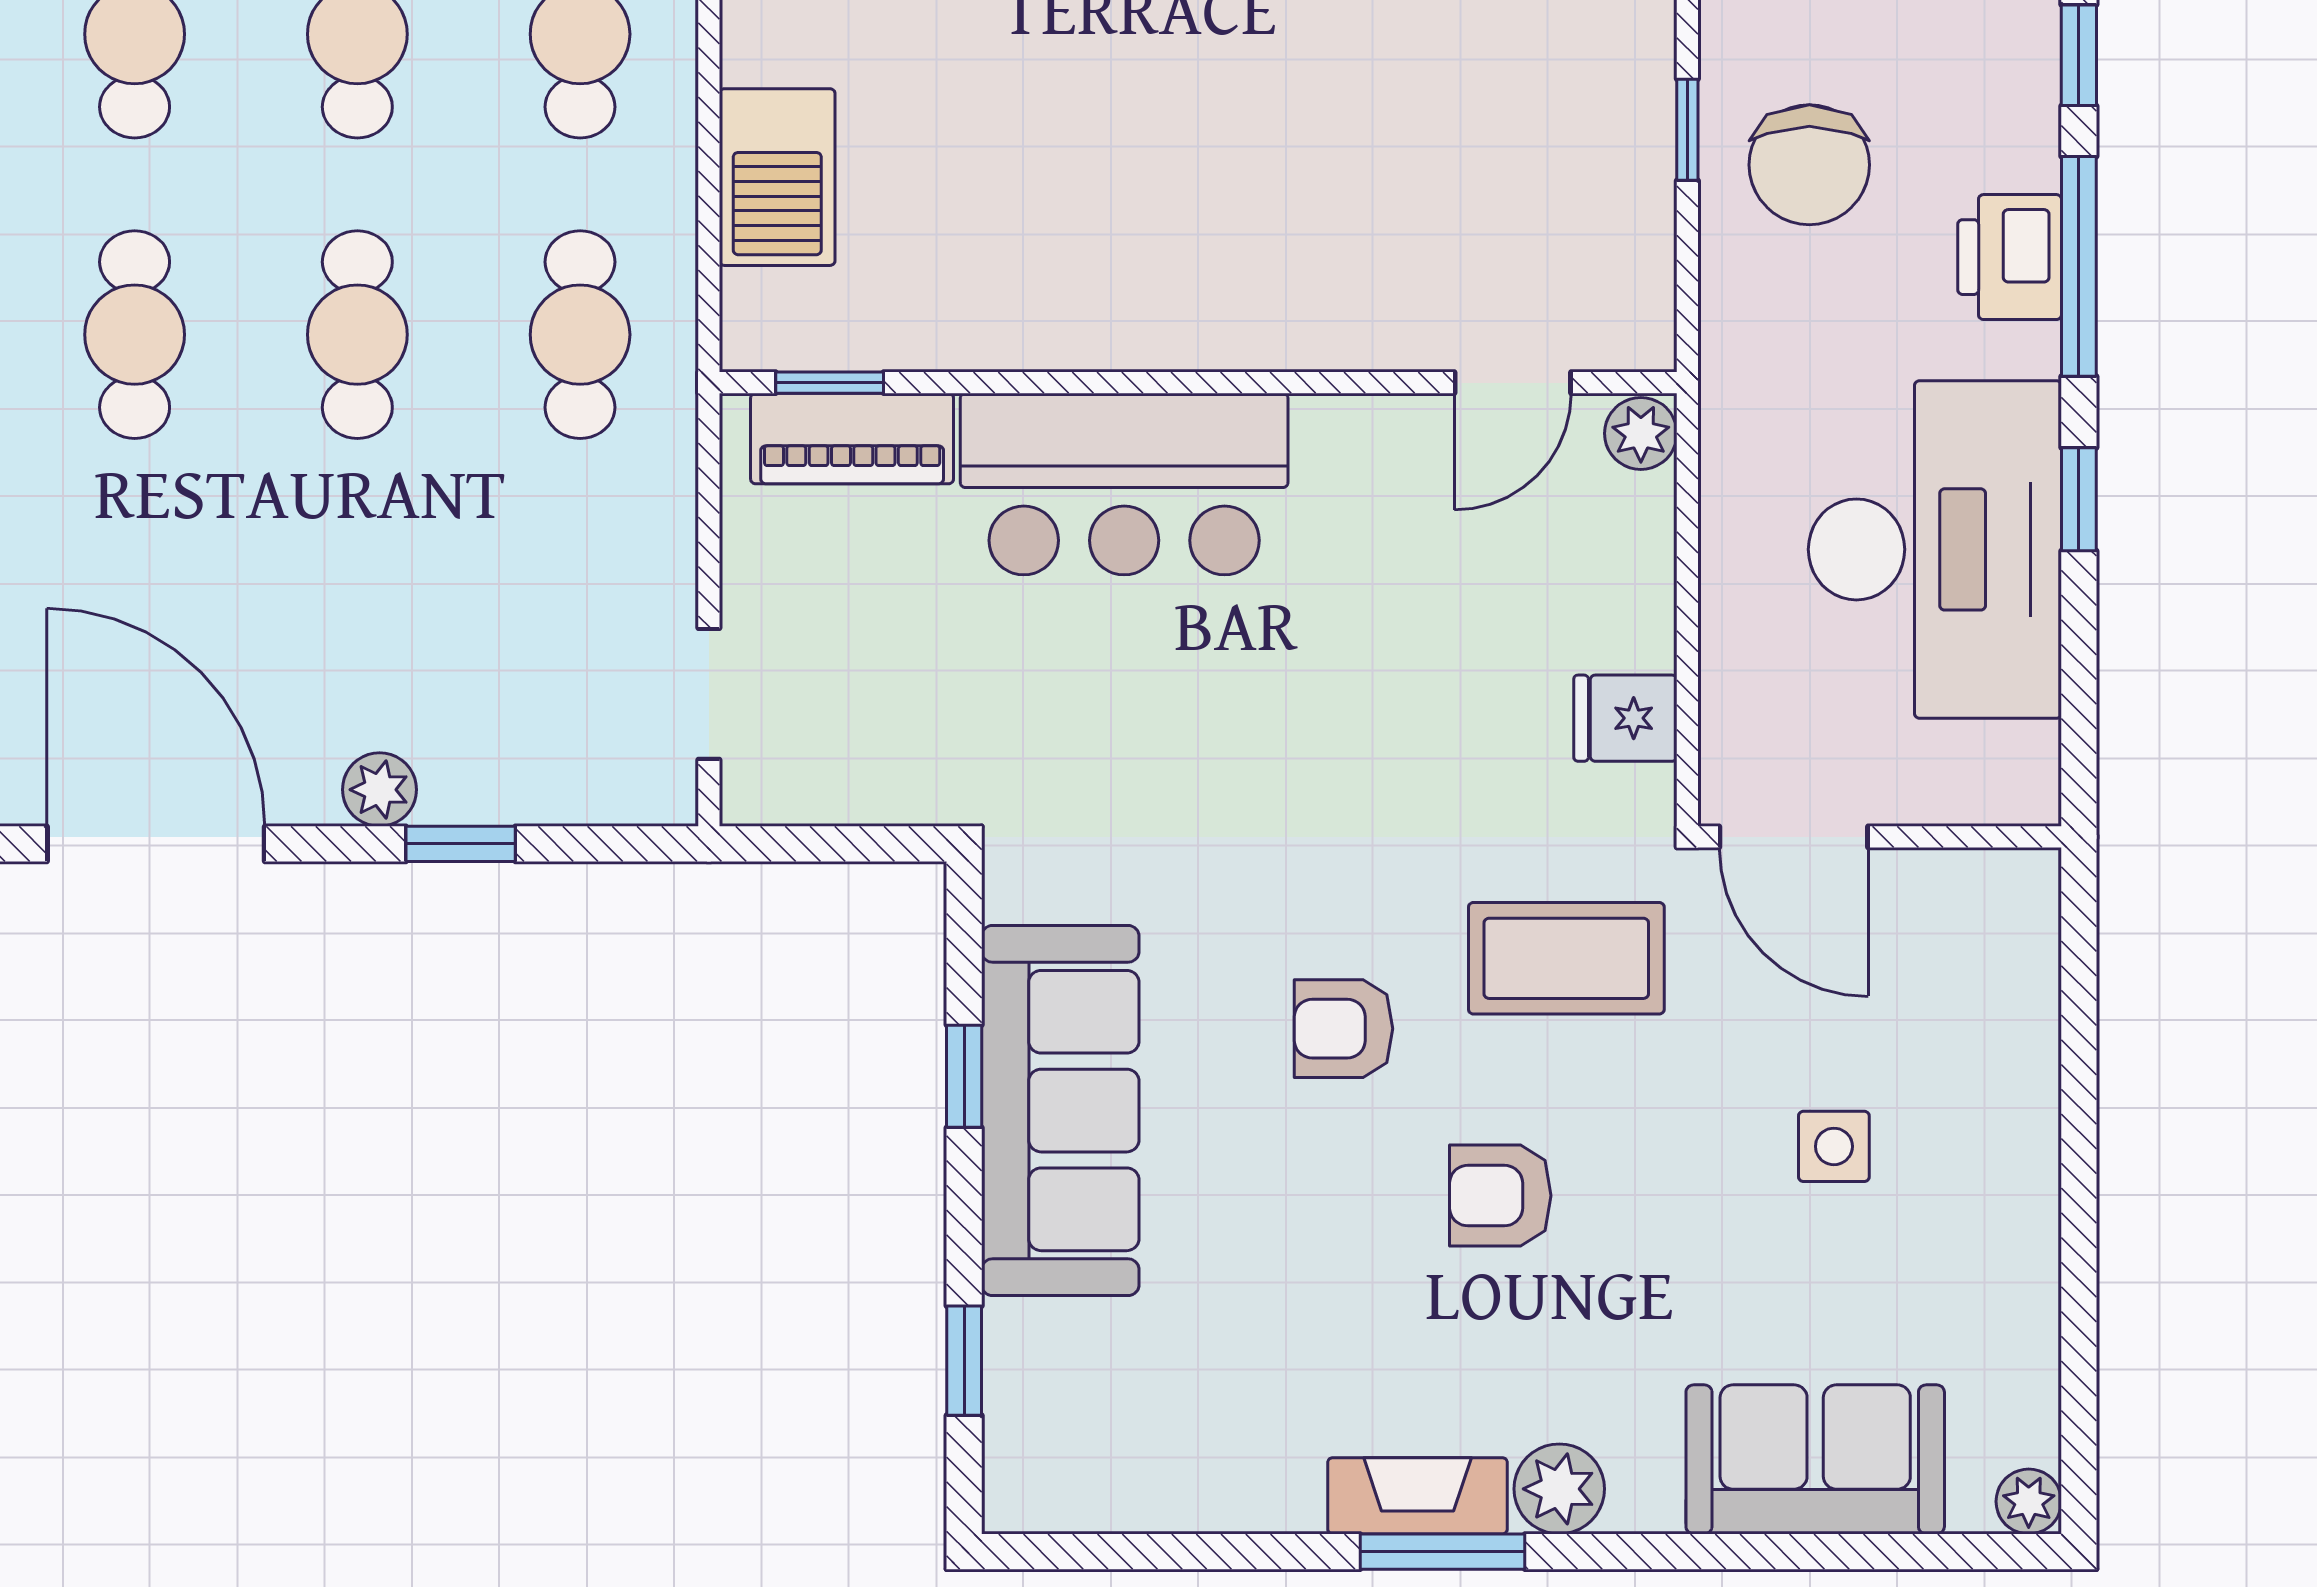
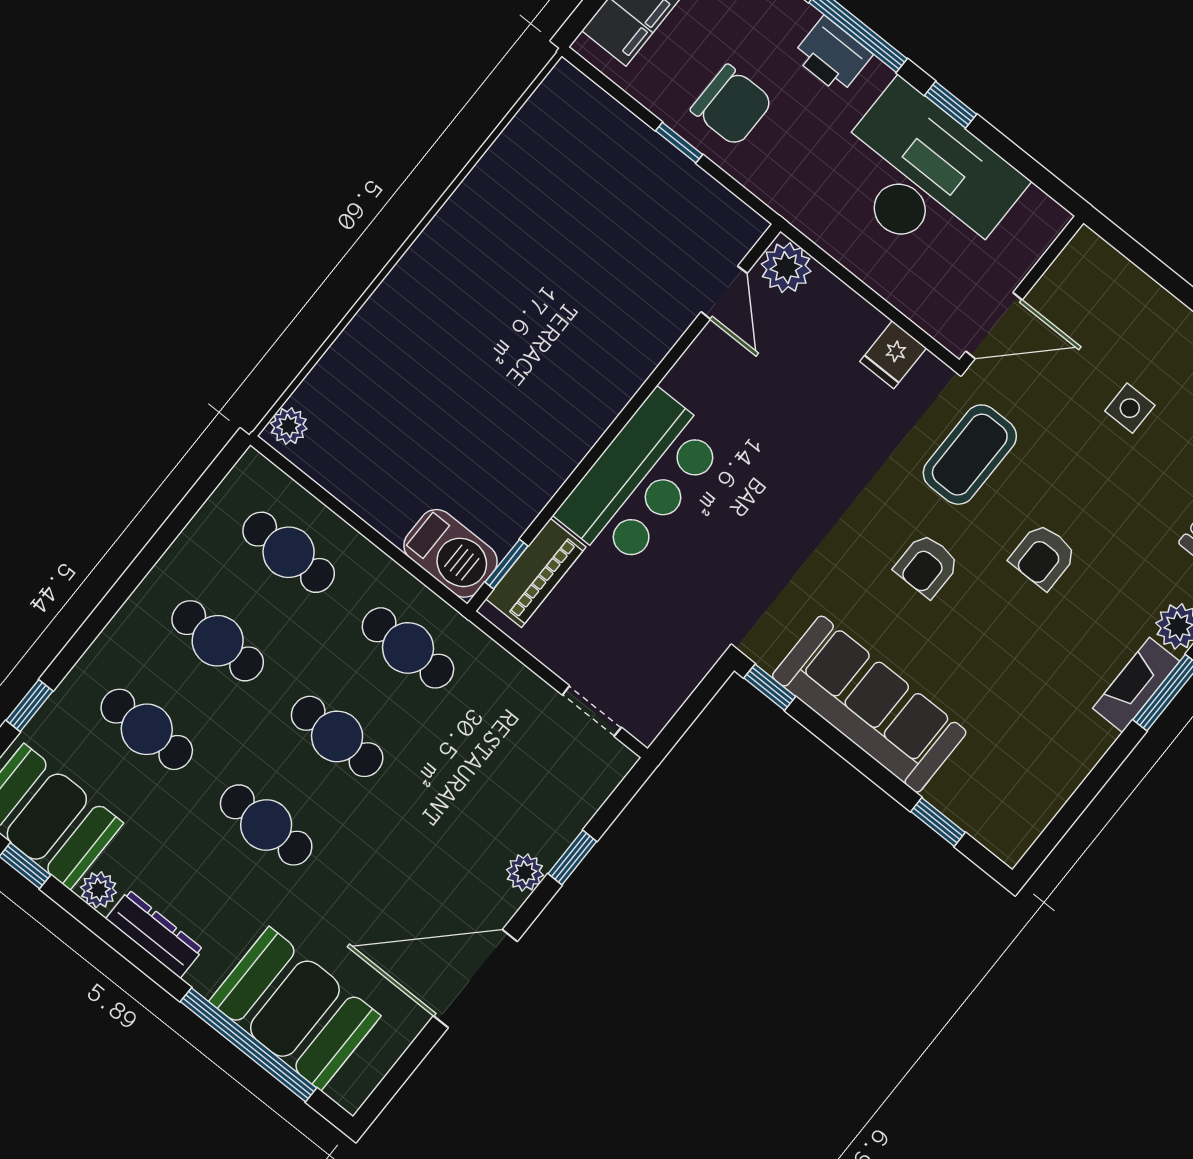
barbecue: (777, 177) -> (451, 553), moved
plant: (1641, 433) -> (786, 268), width x1.38, depth x1.38
window: (964, 1076) -> (770, 687), moved

